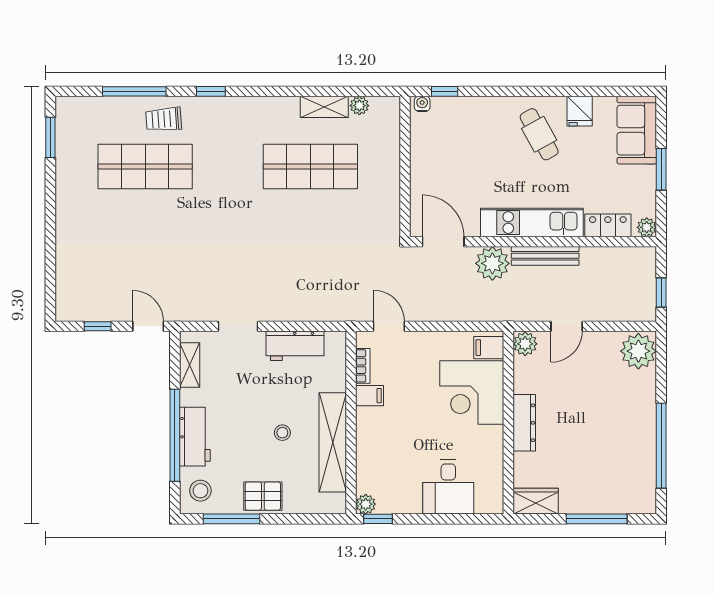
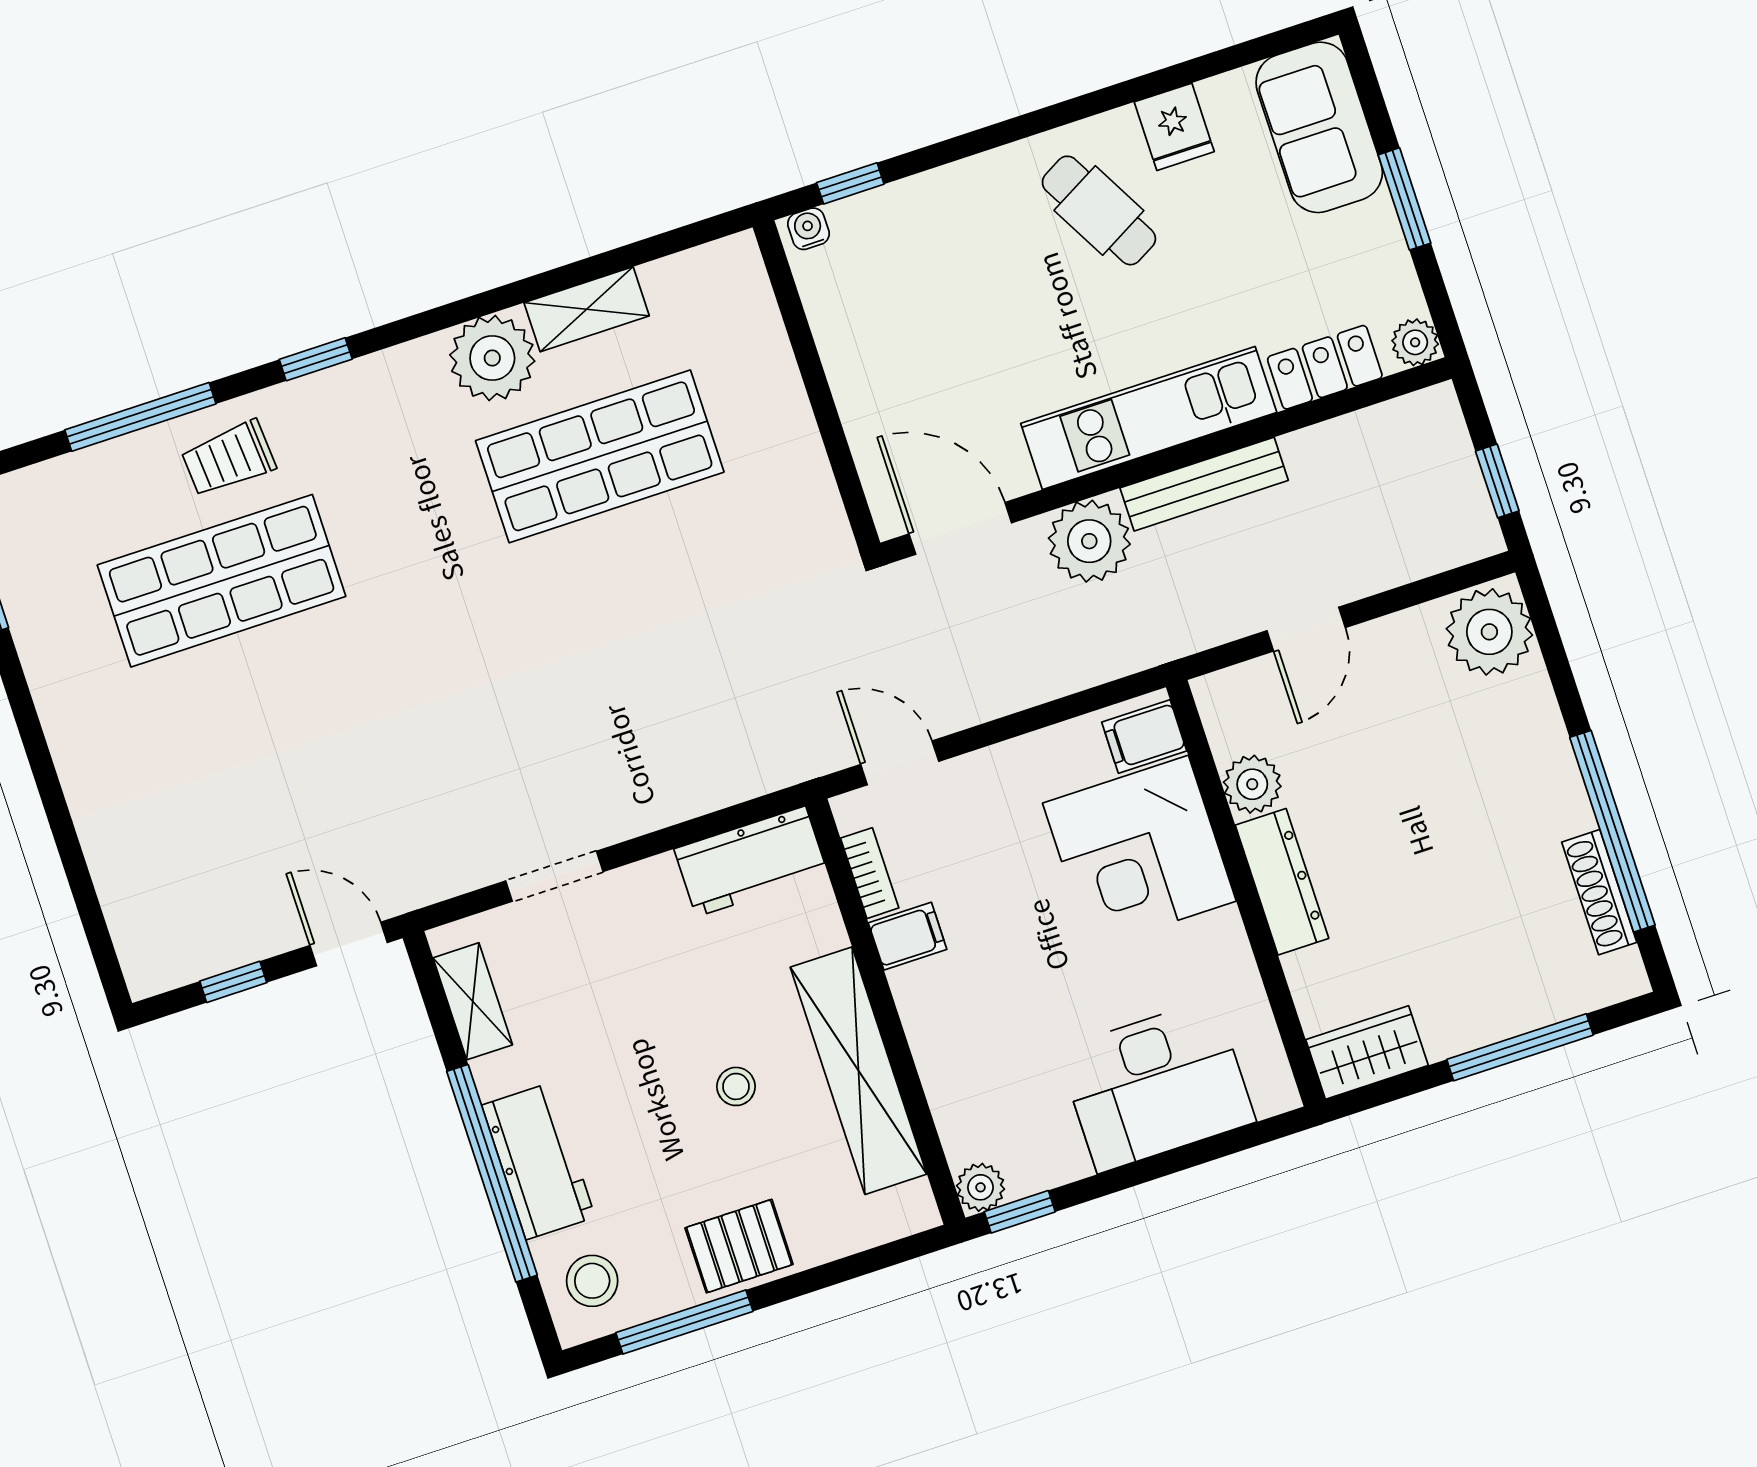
plant: (359, 106) -> (492, 358), moved, width x1.87, depth x1.87
plant: (525, 344) -> (1252, 784), moved
workbench: (295, 346) -> (751, 861), moved
shoe rack: (648, 468) -> (1599, 892), added
desk: (448, 487) -> (1156, 1085), width x1.37

